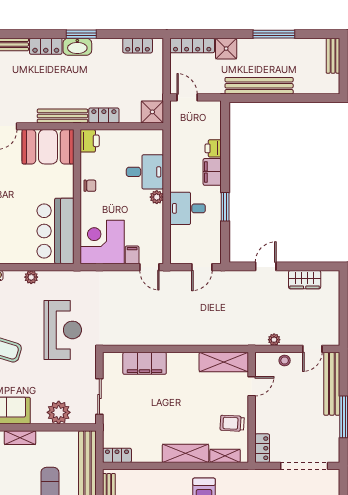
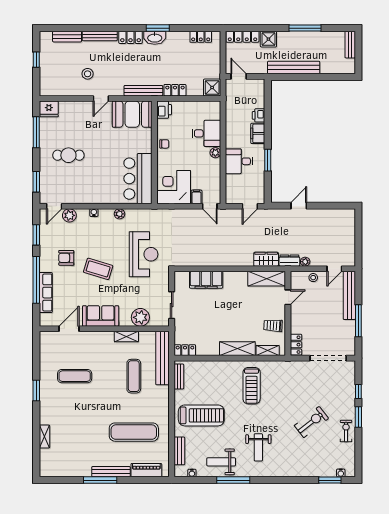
wardrobe: (305, 280) -> (266, 259), moved, turned 180
dresser: (253, 338) -> (289, 261), added
shelving: (20, 438) -> (126, 337), moved

